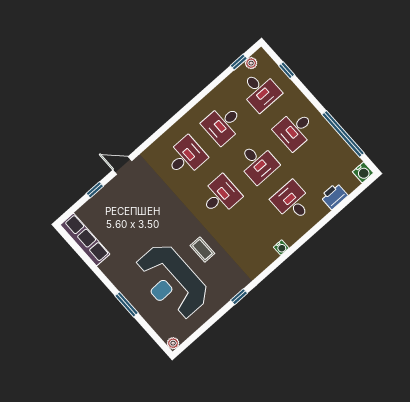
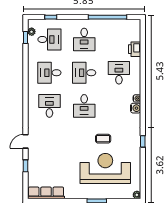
desk: (223, 124) -> (49, 73), turned 90
desk: (258, 163) -> (84, 73), turned 180
water cooler: (363, 172) -> (136, 108), moved
desk: (220, 196) -> (84, 106), turned 180
desk: (292, 202) -> (119, 73), turned 90
reception desk: (171, 282) -> (105, 168), turned 180

